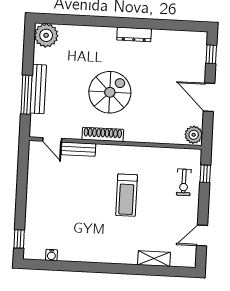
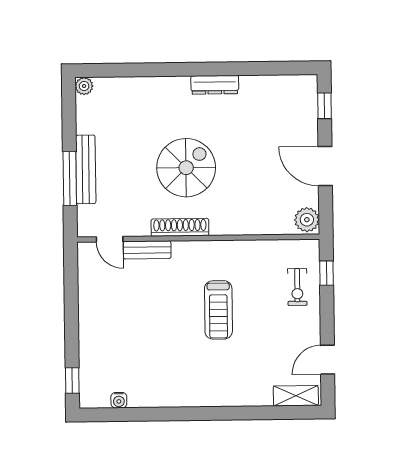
plant: (46, 35) -> (84, 86), width x0.53, depth x0.53
shelving: (154, 259) -> (296, 396), moved

